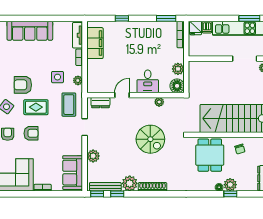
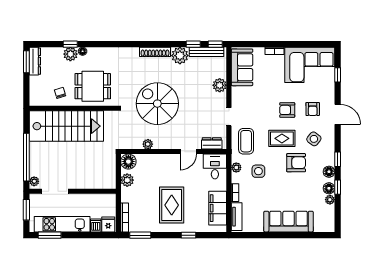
rug: (137, 46) -> (172, 205), added
desk: (148, 81) -> (215, 166), moved
spiral stairs: (150, 139) -> (157, 104), width x1.37, depth x1.37
dining table: (210, 155) -> (93, 86), turned 90

